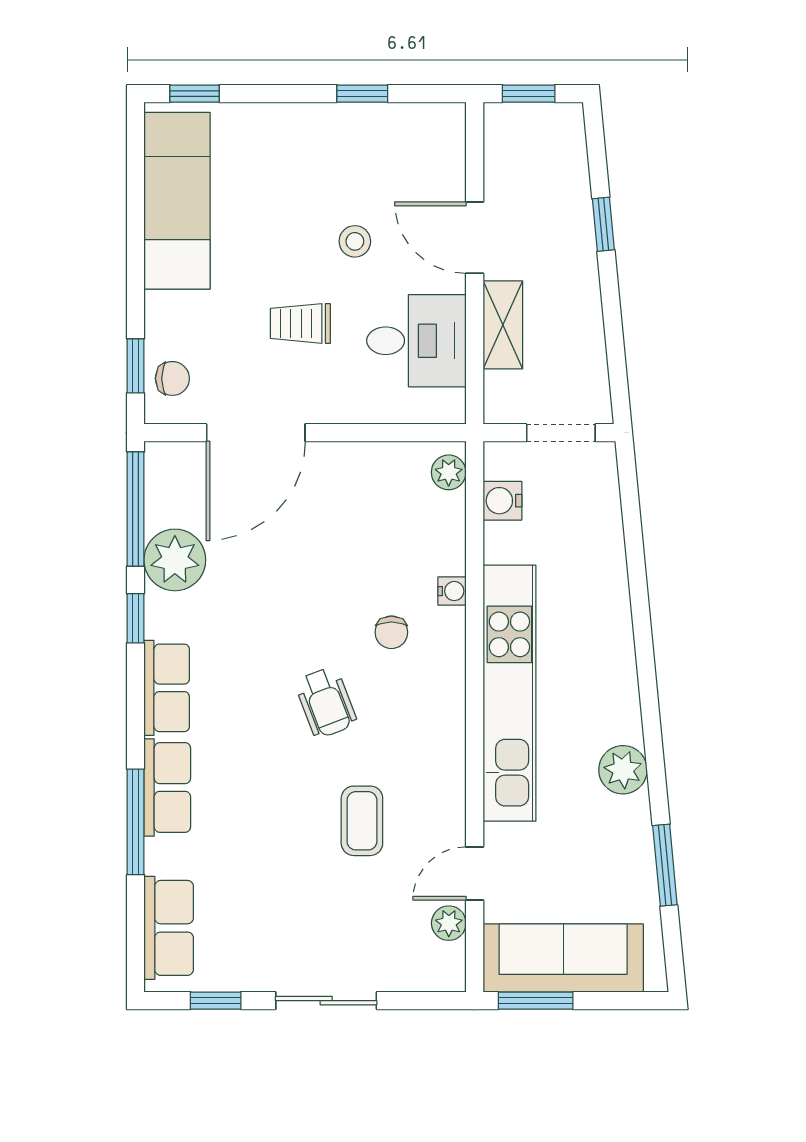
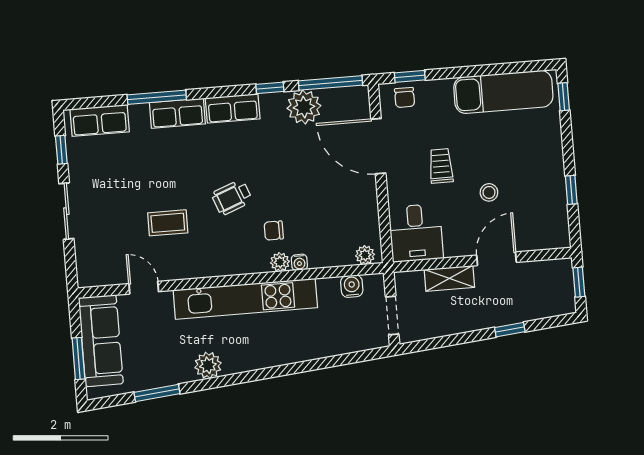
desk: (416, 341) -> (416, 233), moved
plant: (449, 923) -> (280, 262), moved
window: (536, 1001) -> (78, 358), moved

